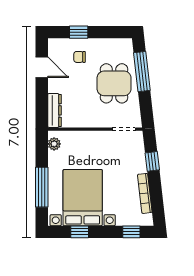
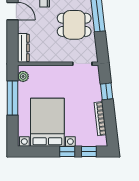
dining table: (114, 83) -> (74, 25), turned 90
window: (42, 187) -> (12, 98), moved
window: (80, 232) -> (67, 152), moved

